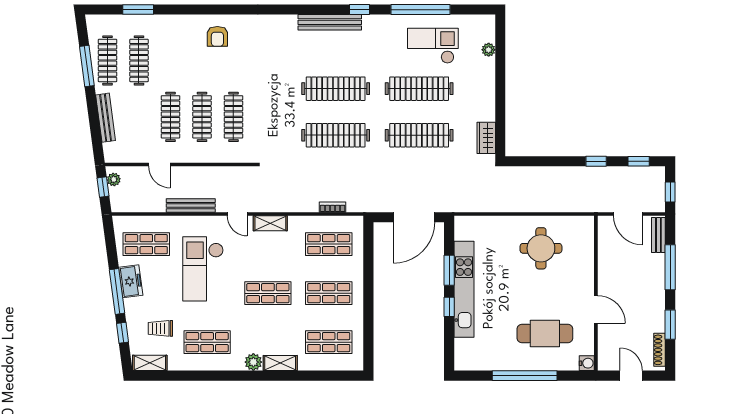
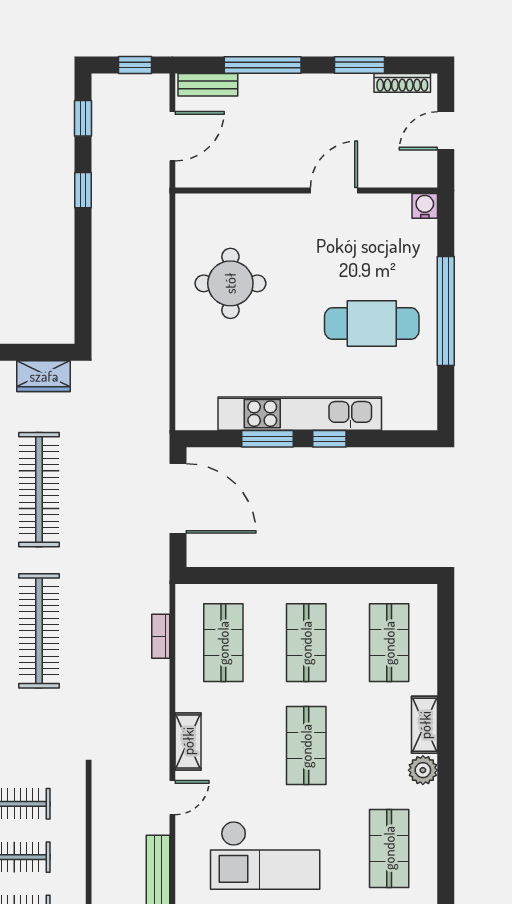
cafe table: (545, 334) -> (372, 323), moved, turned 90

